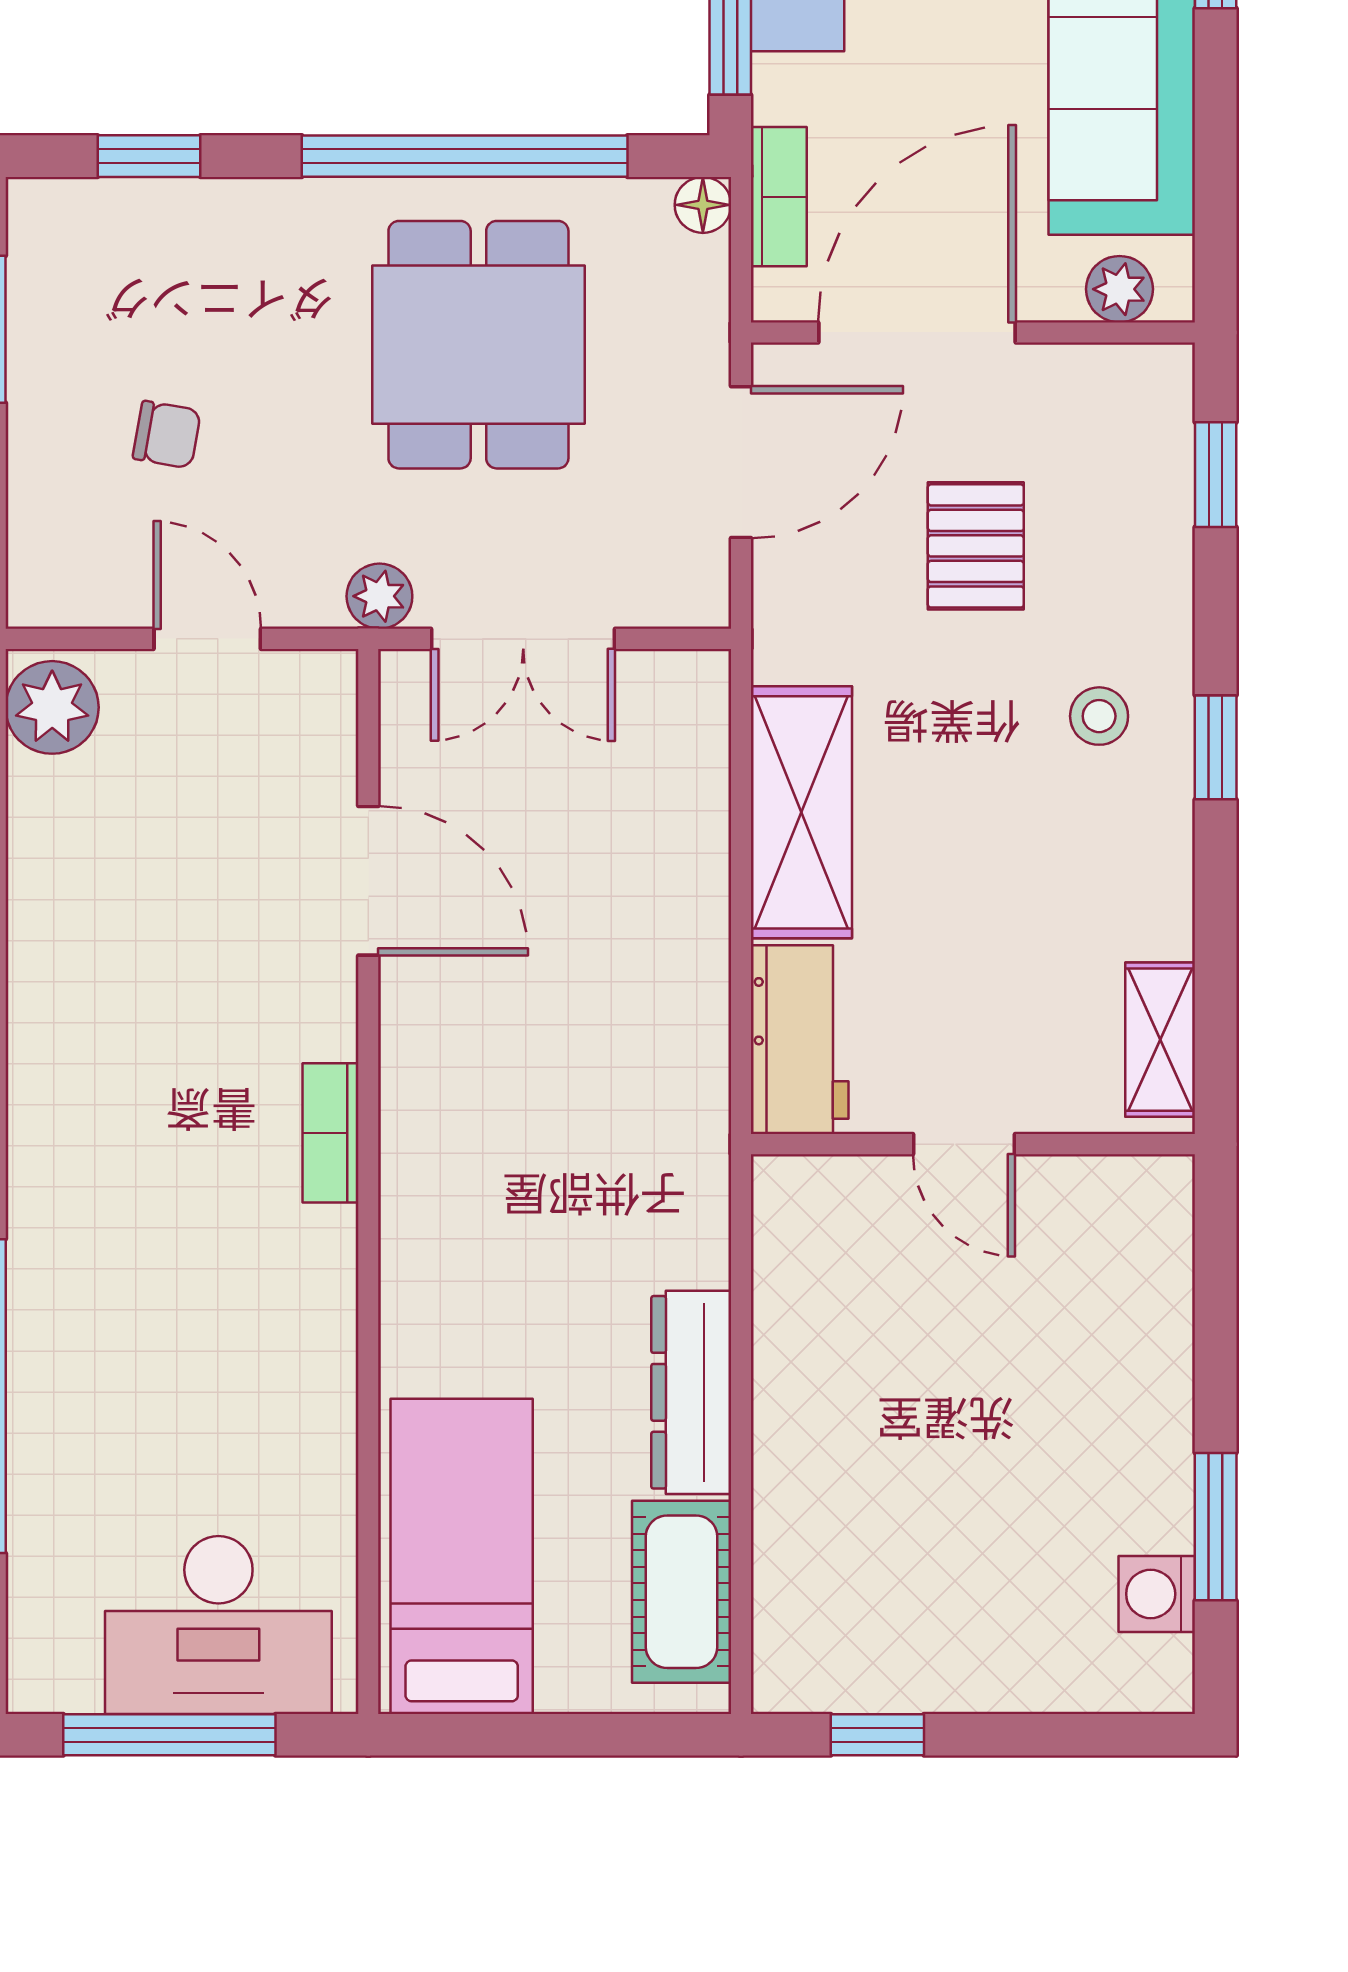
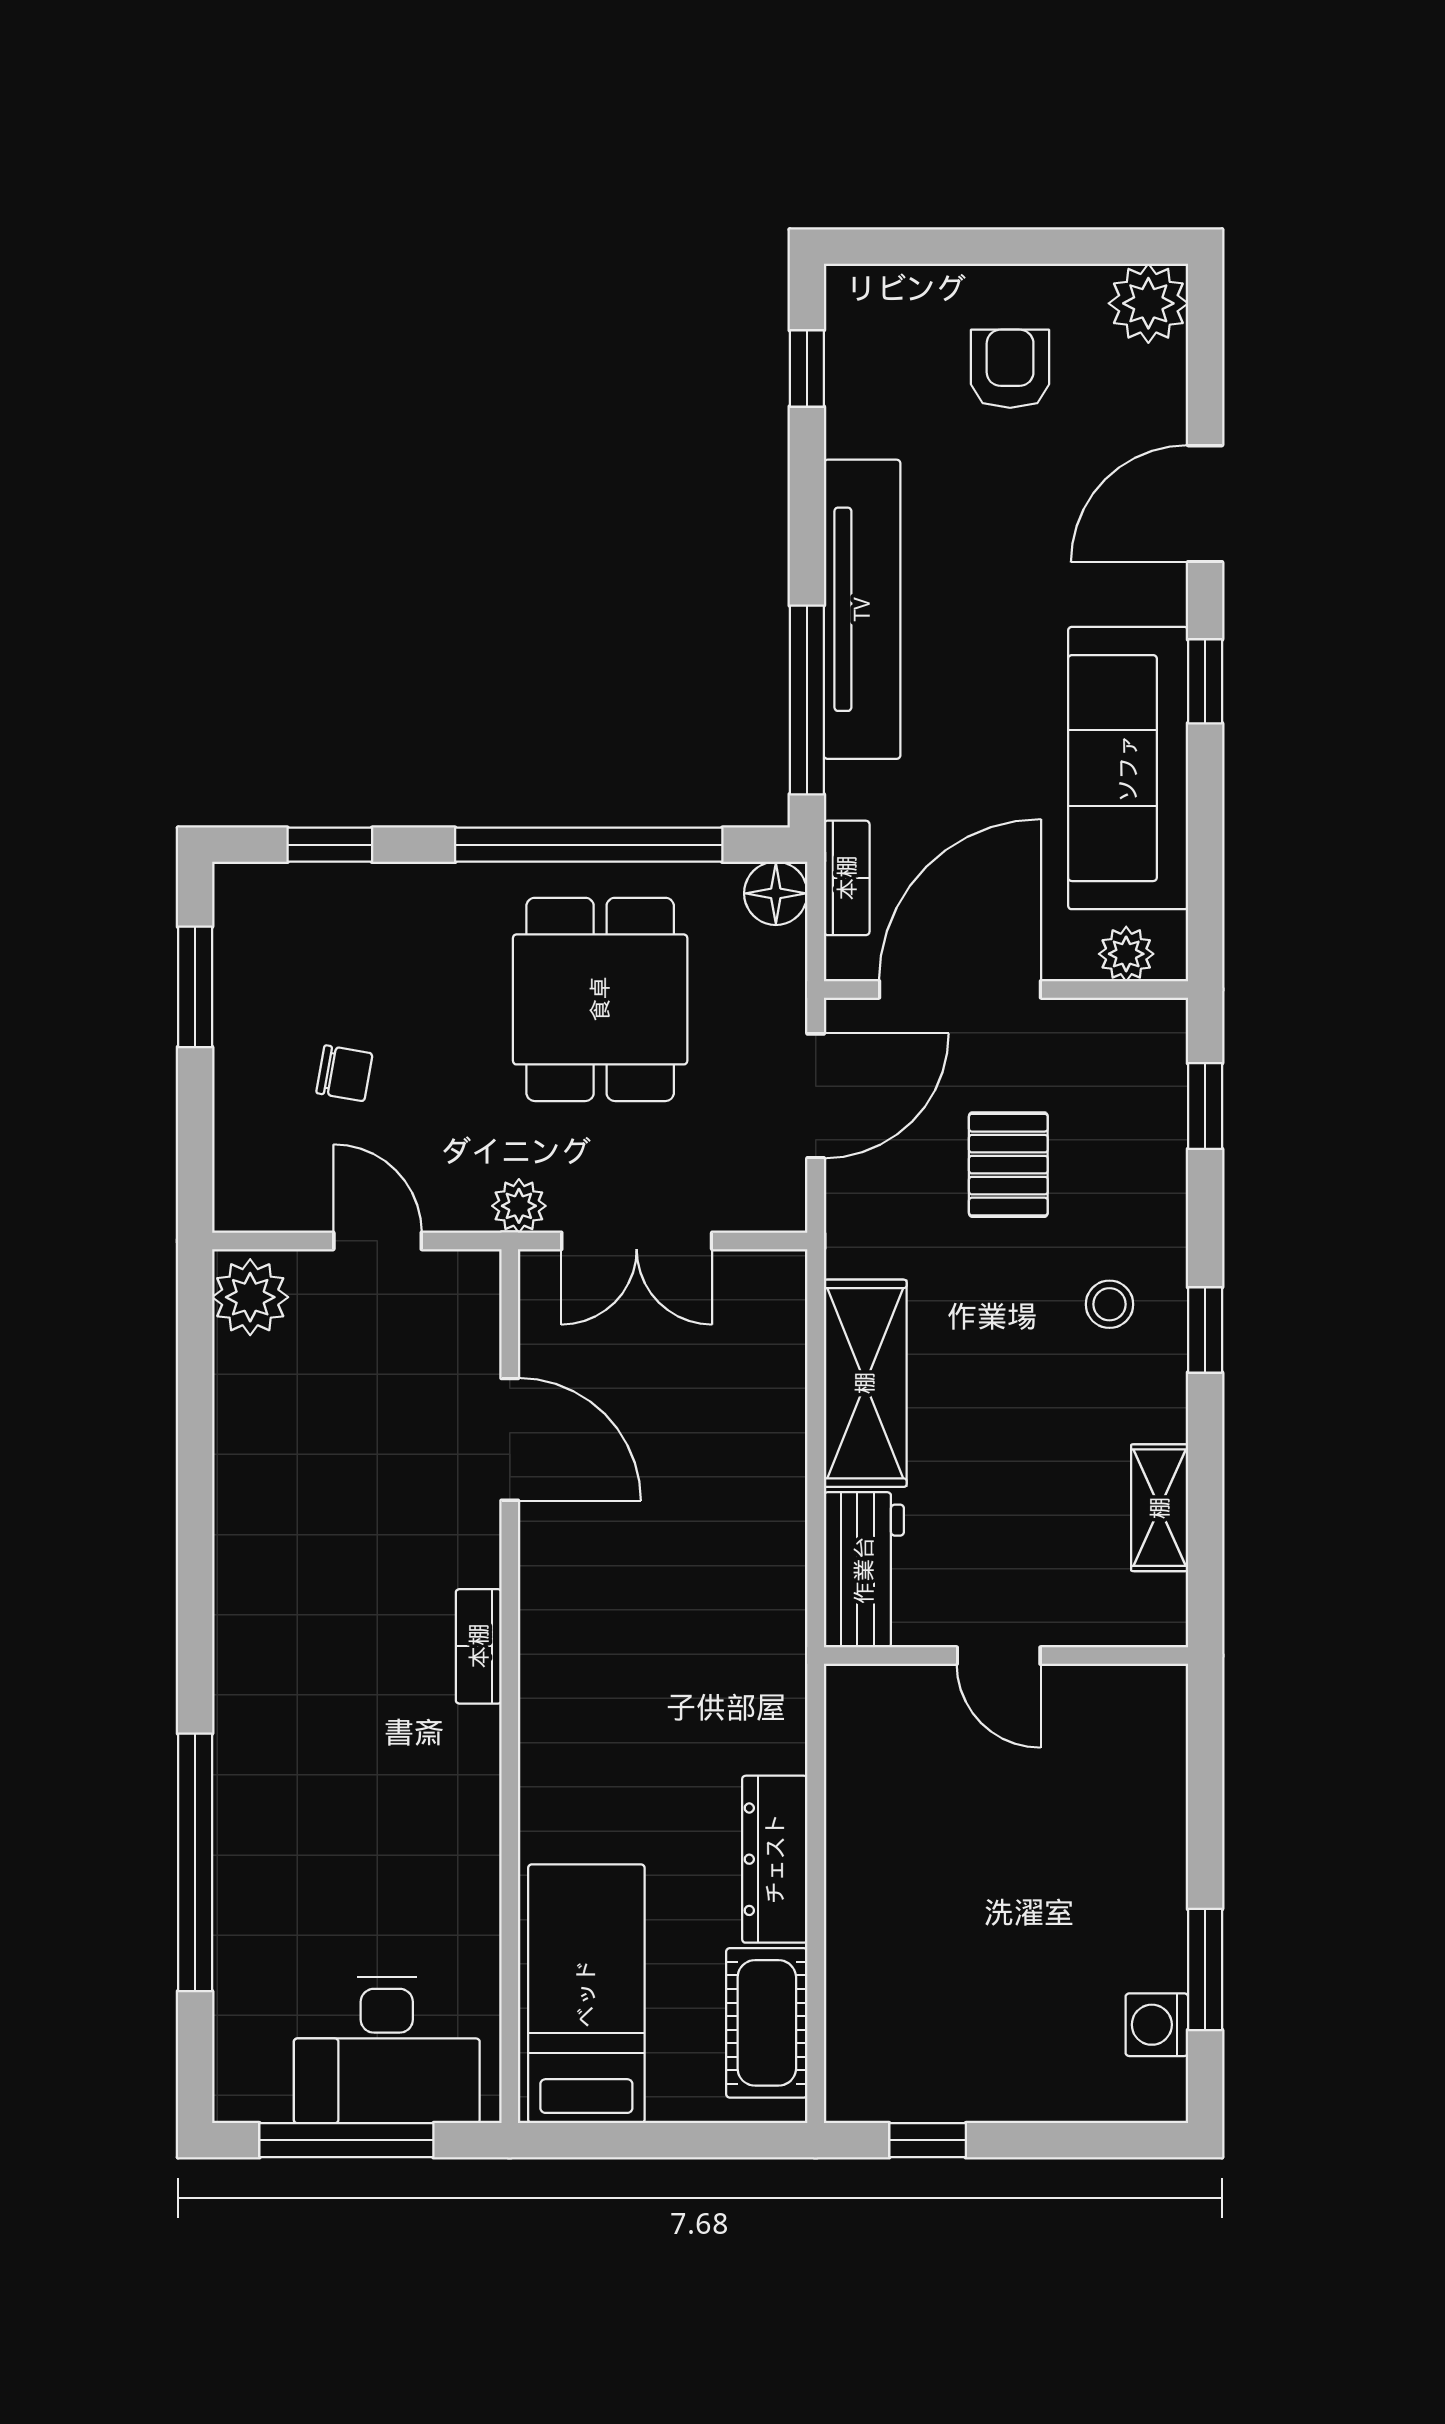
floor lamp: (703, 205) -> (776, 893), width x1.37, depth x1.37
shelving: (1160, 1040) -> (1160, 1508), moved

